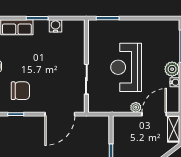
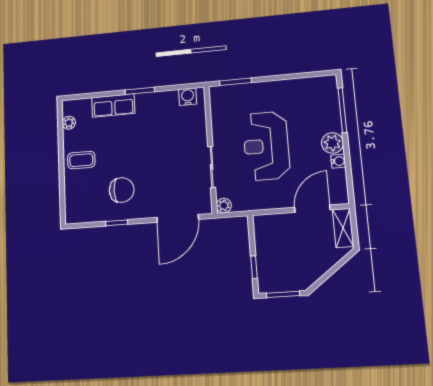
water cooler: (55, 26) -> (188, 97), moved
plant: (136, 107) -> (224, 205), moved

